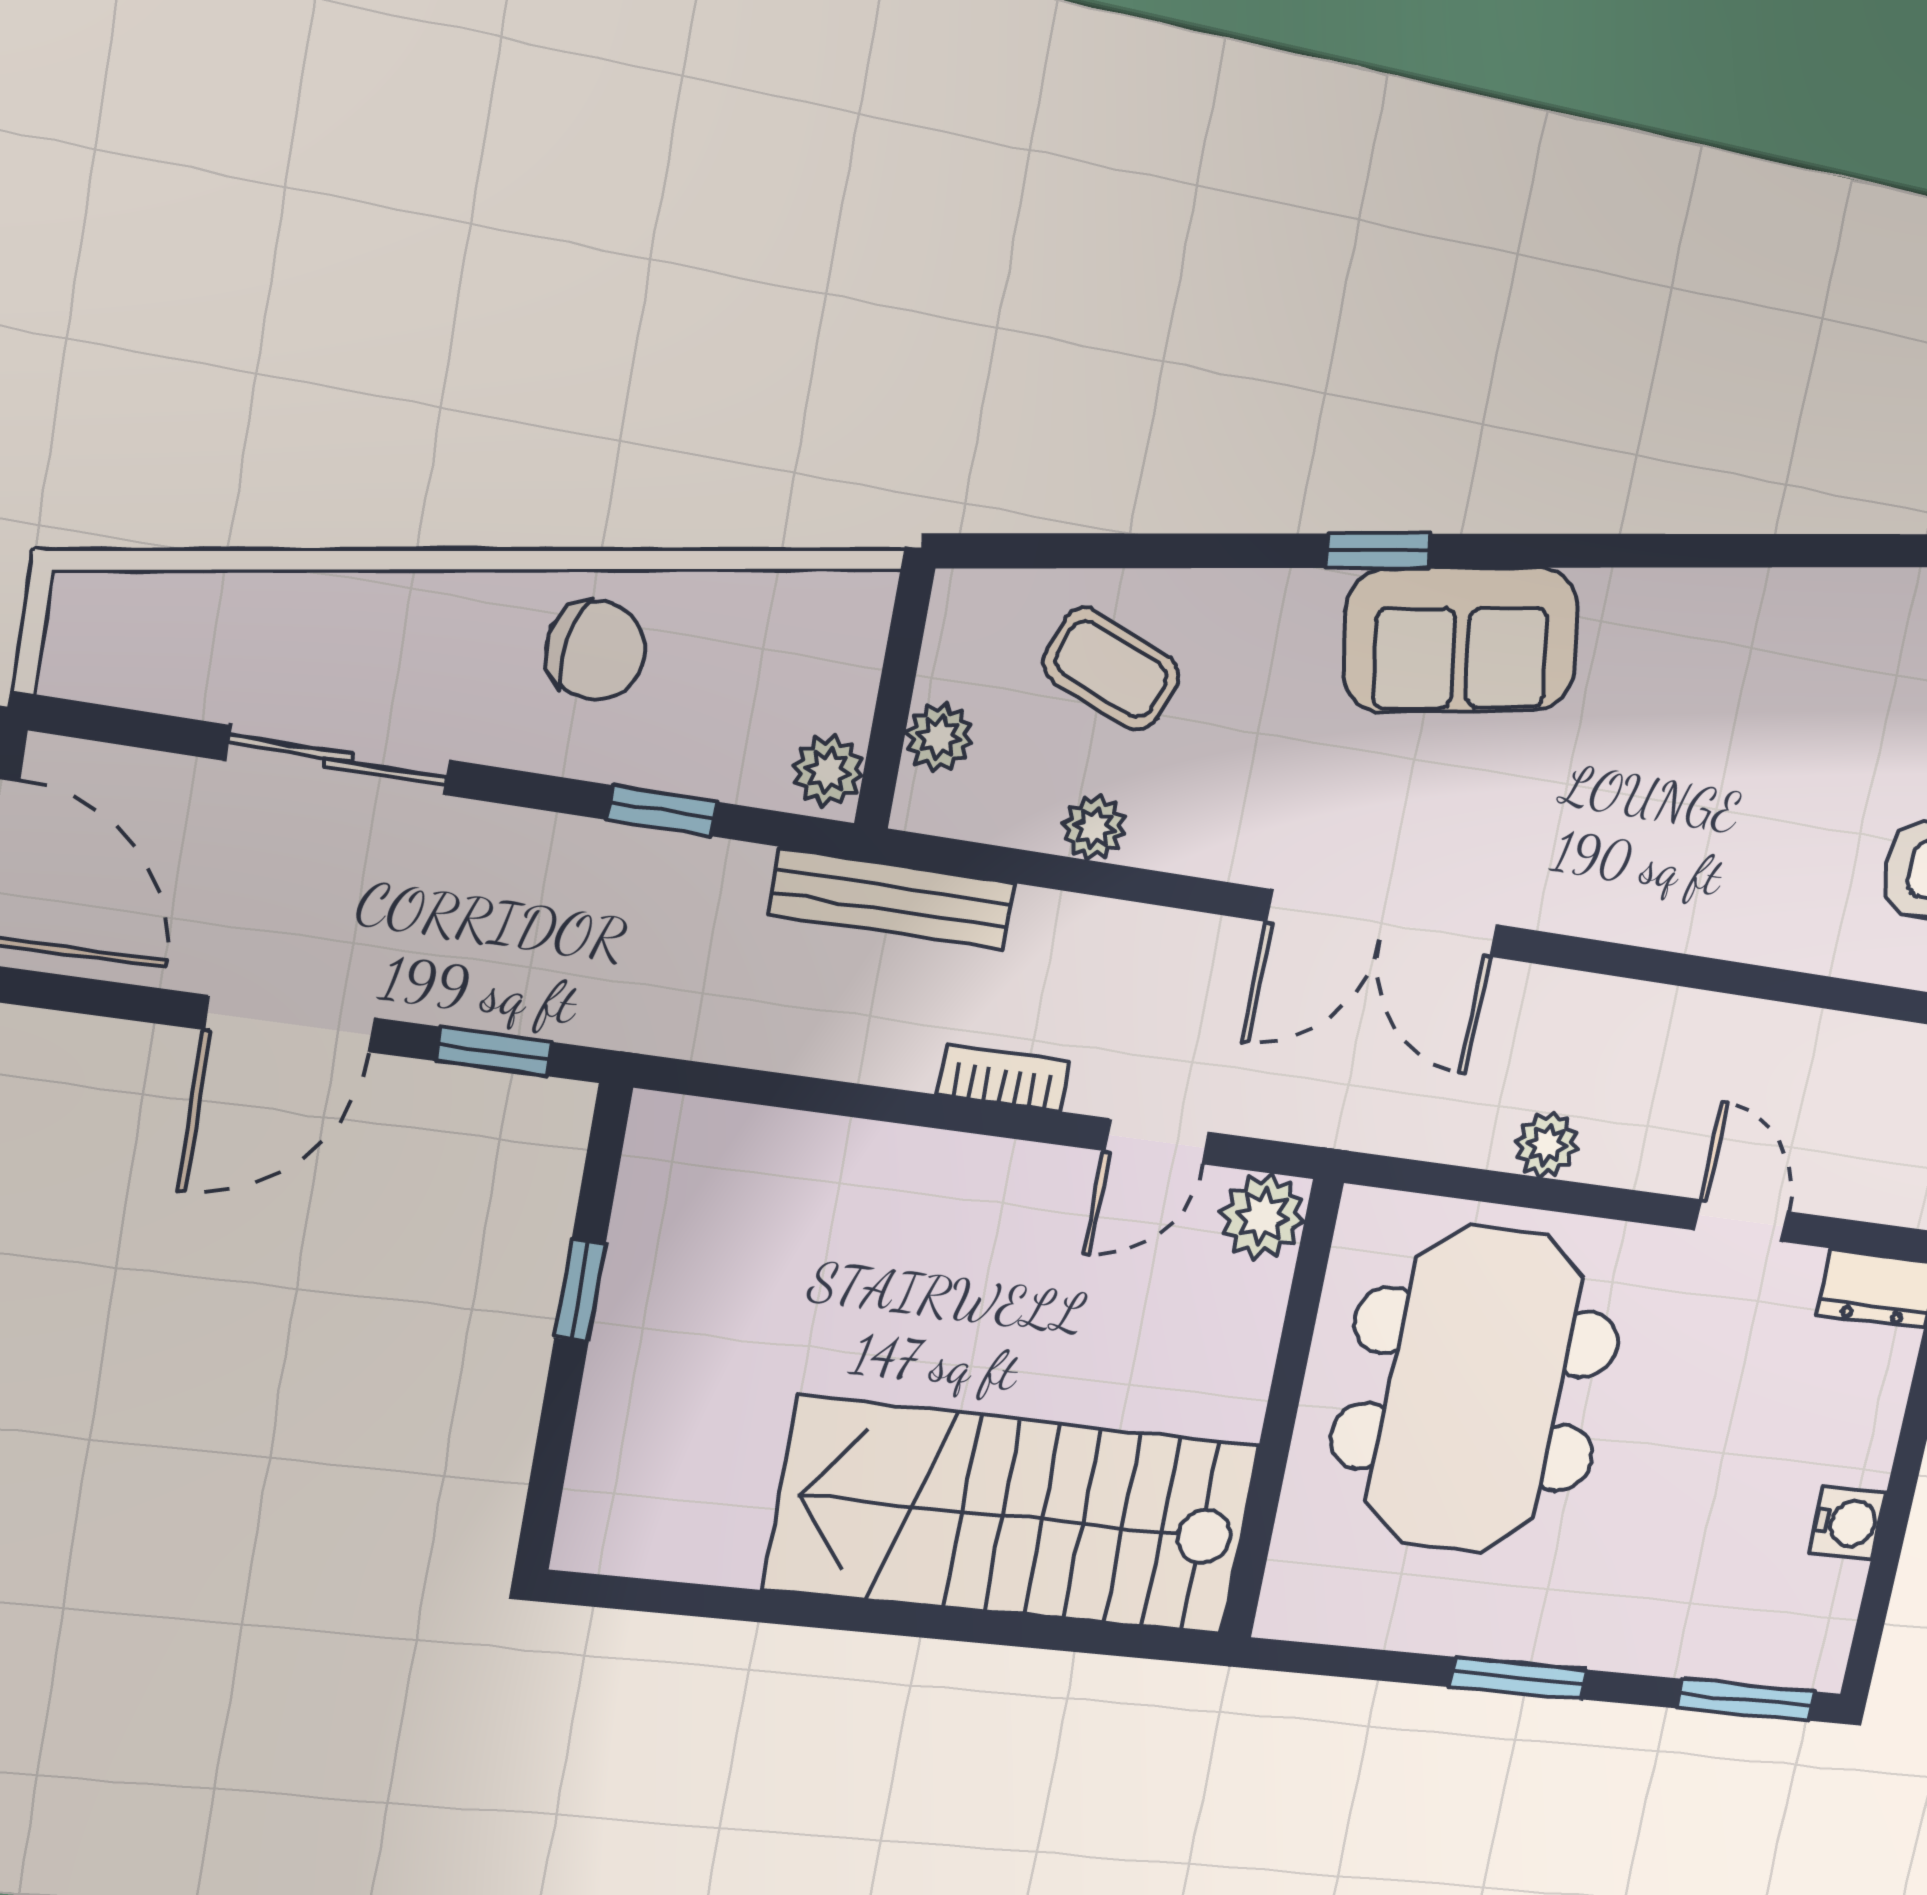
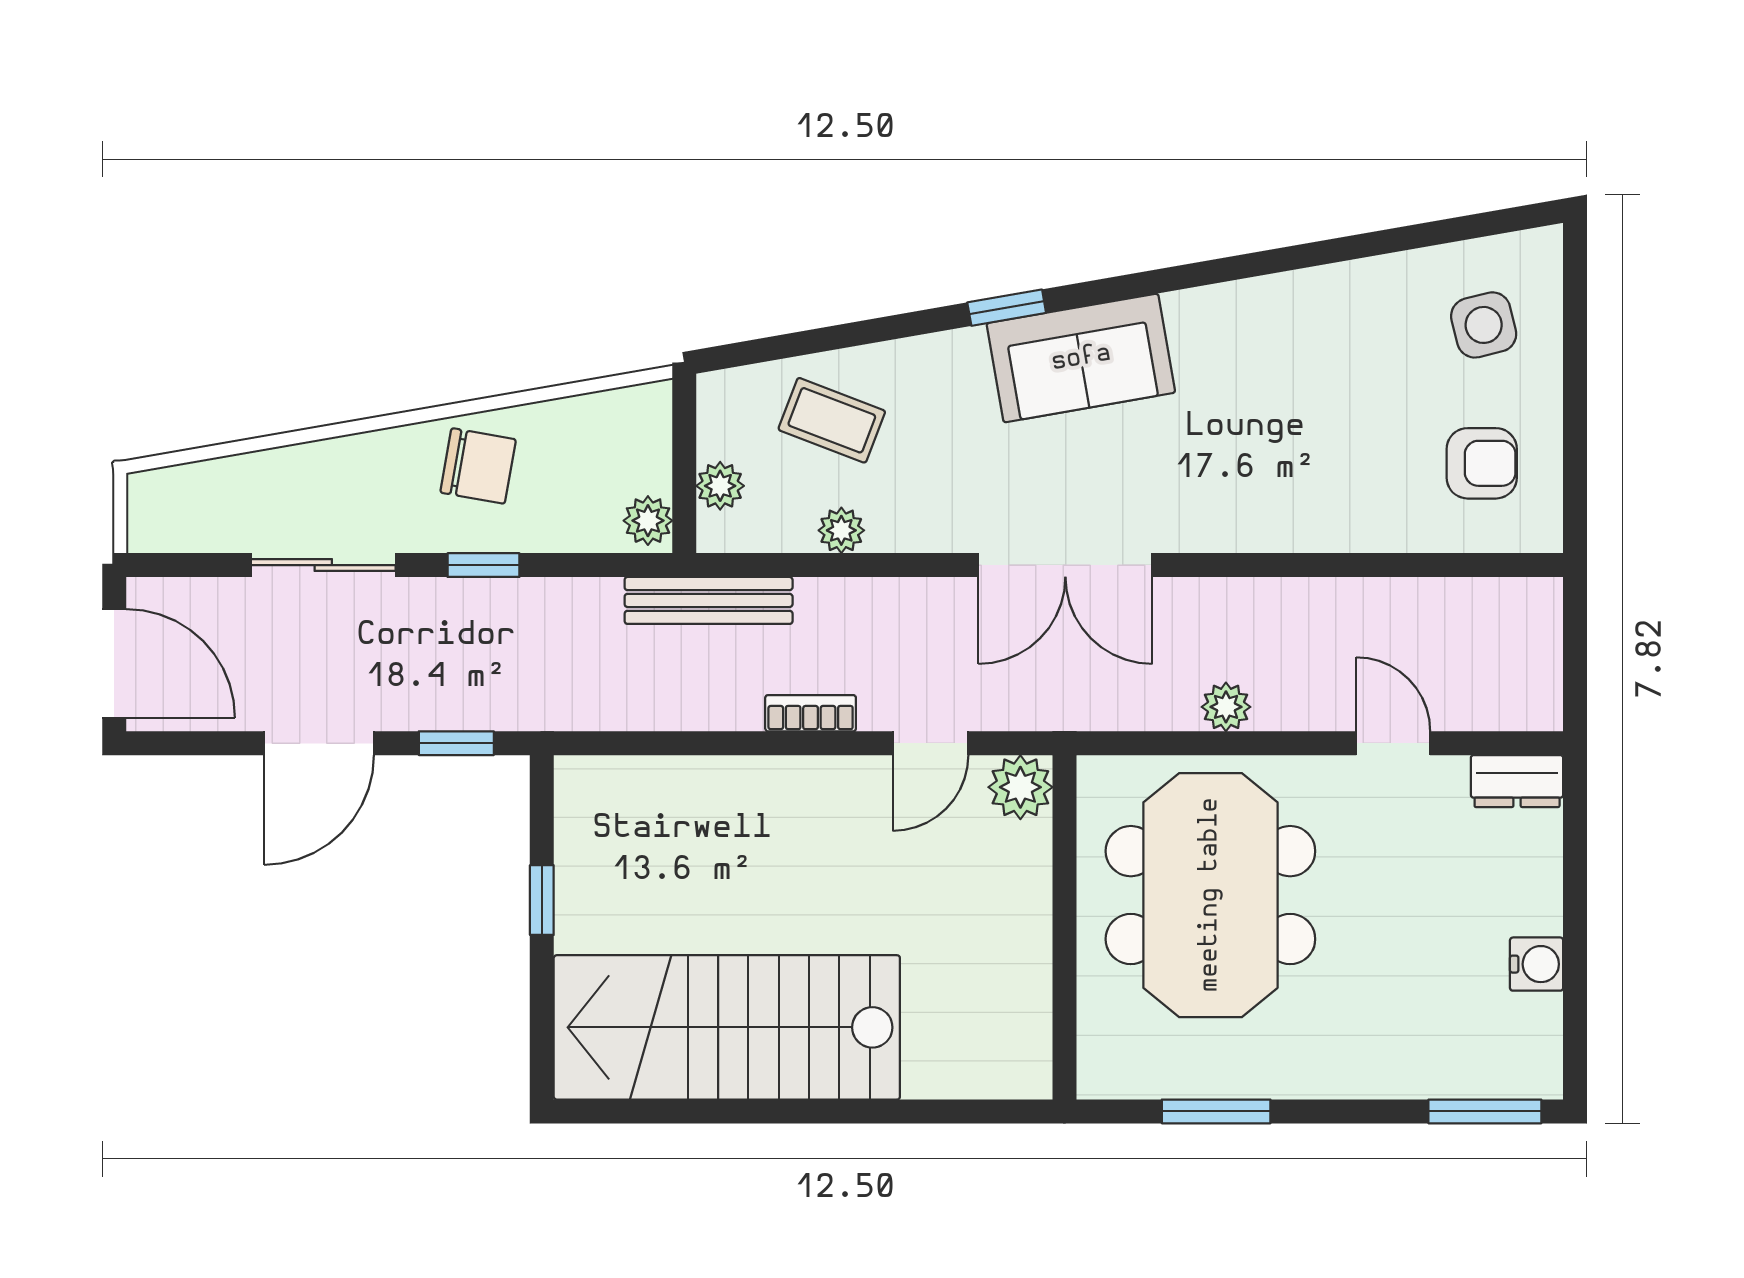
window: (662, 811) -> (483, 565), moved
stairs: (1014, 1517) -> (727, 1027), moved
window: (1519, 1678) -> (1216, 1111), moved

